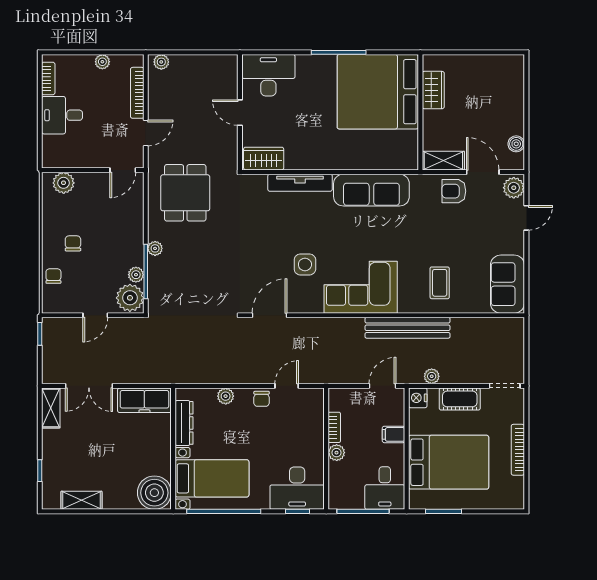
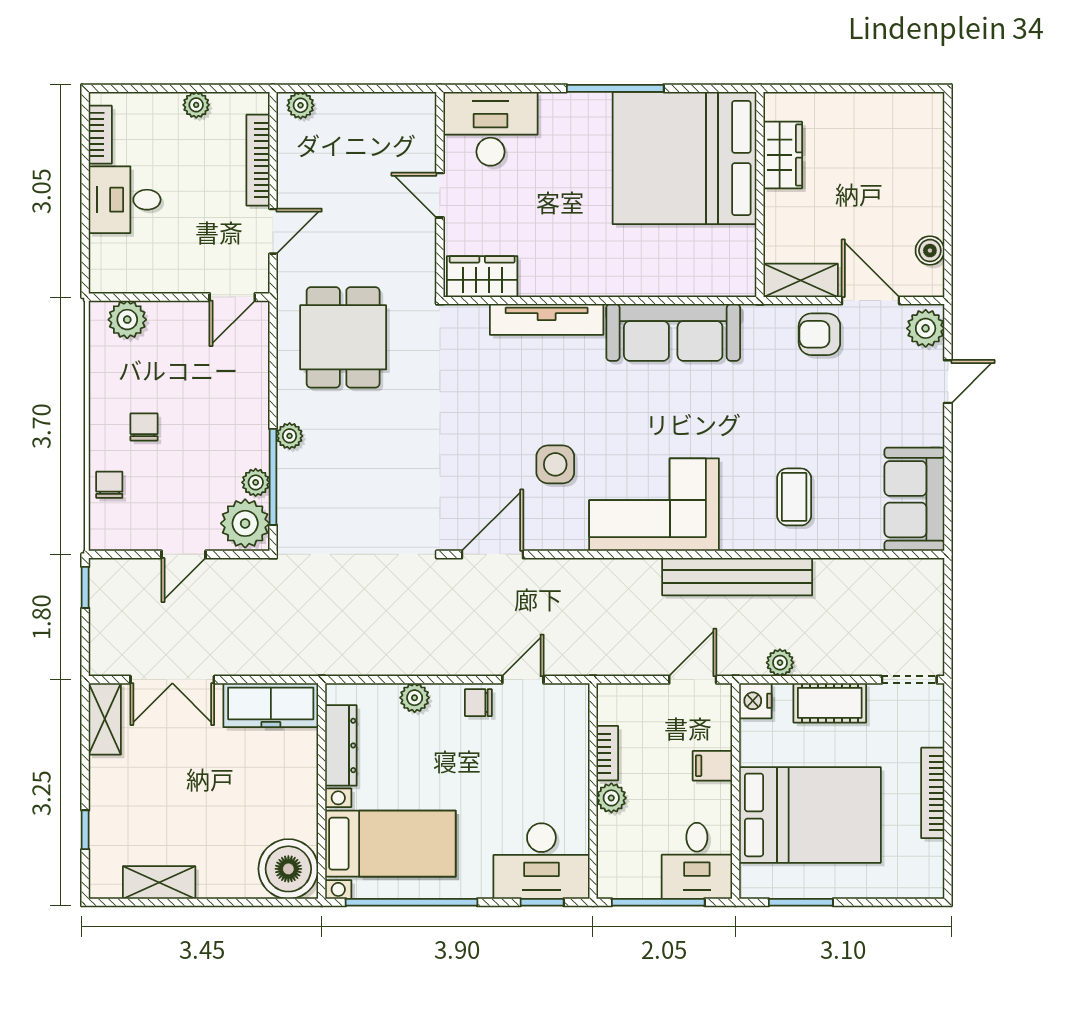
chair: (262, 399) -> (478, 703), turned 90

